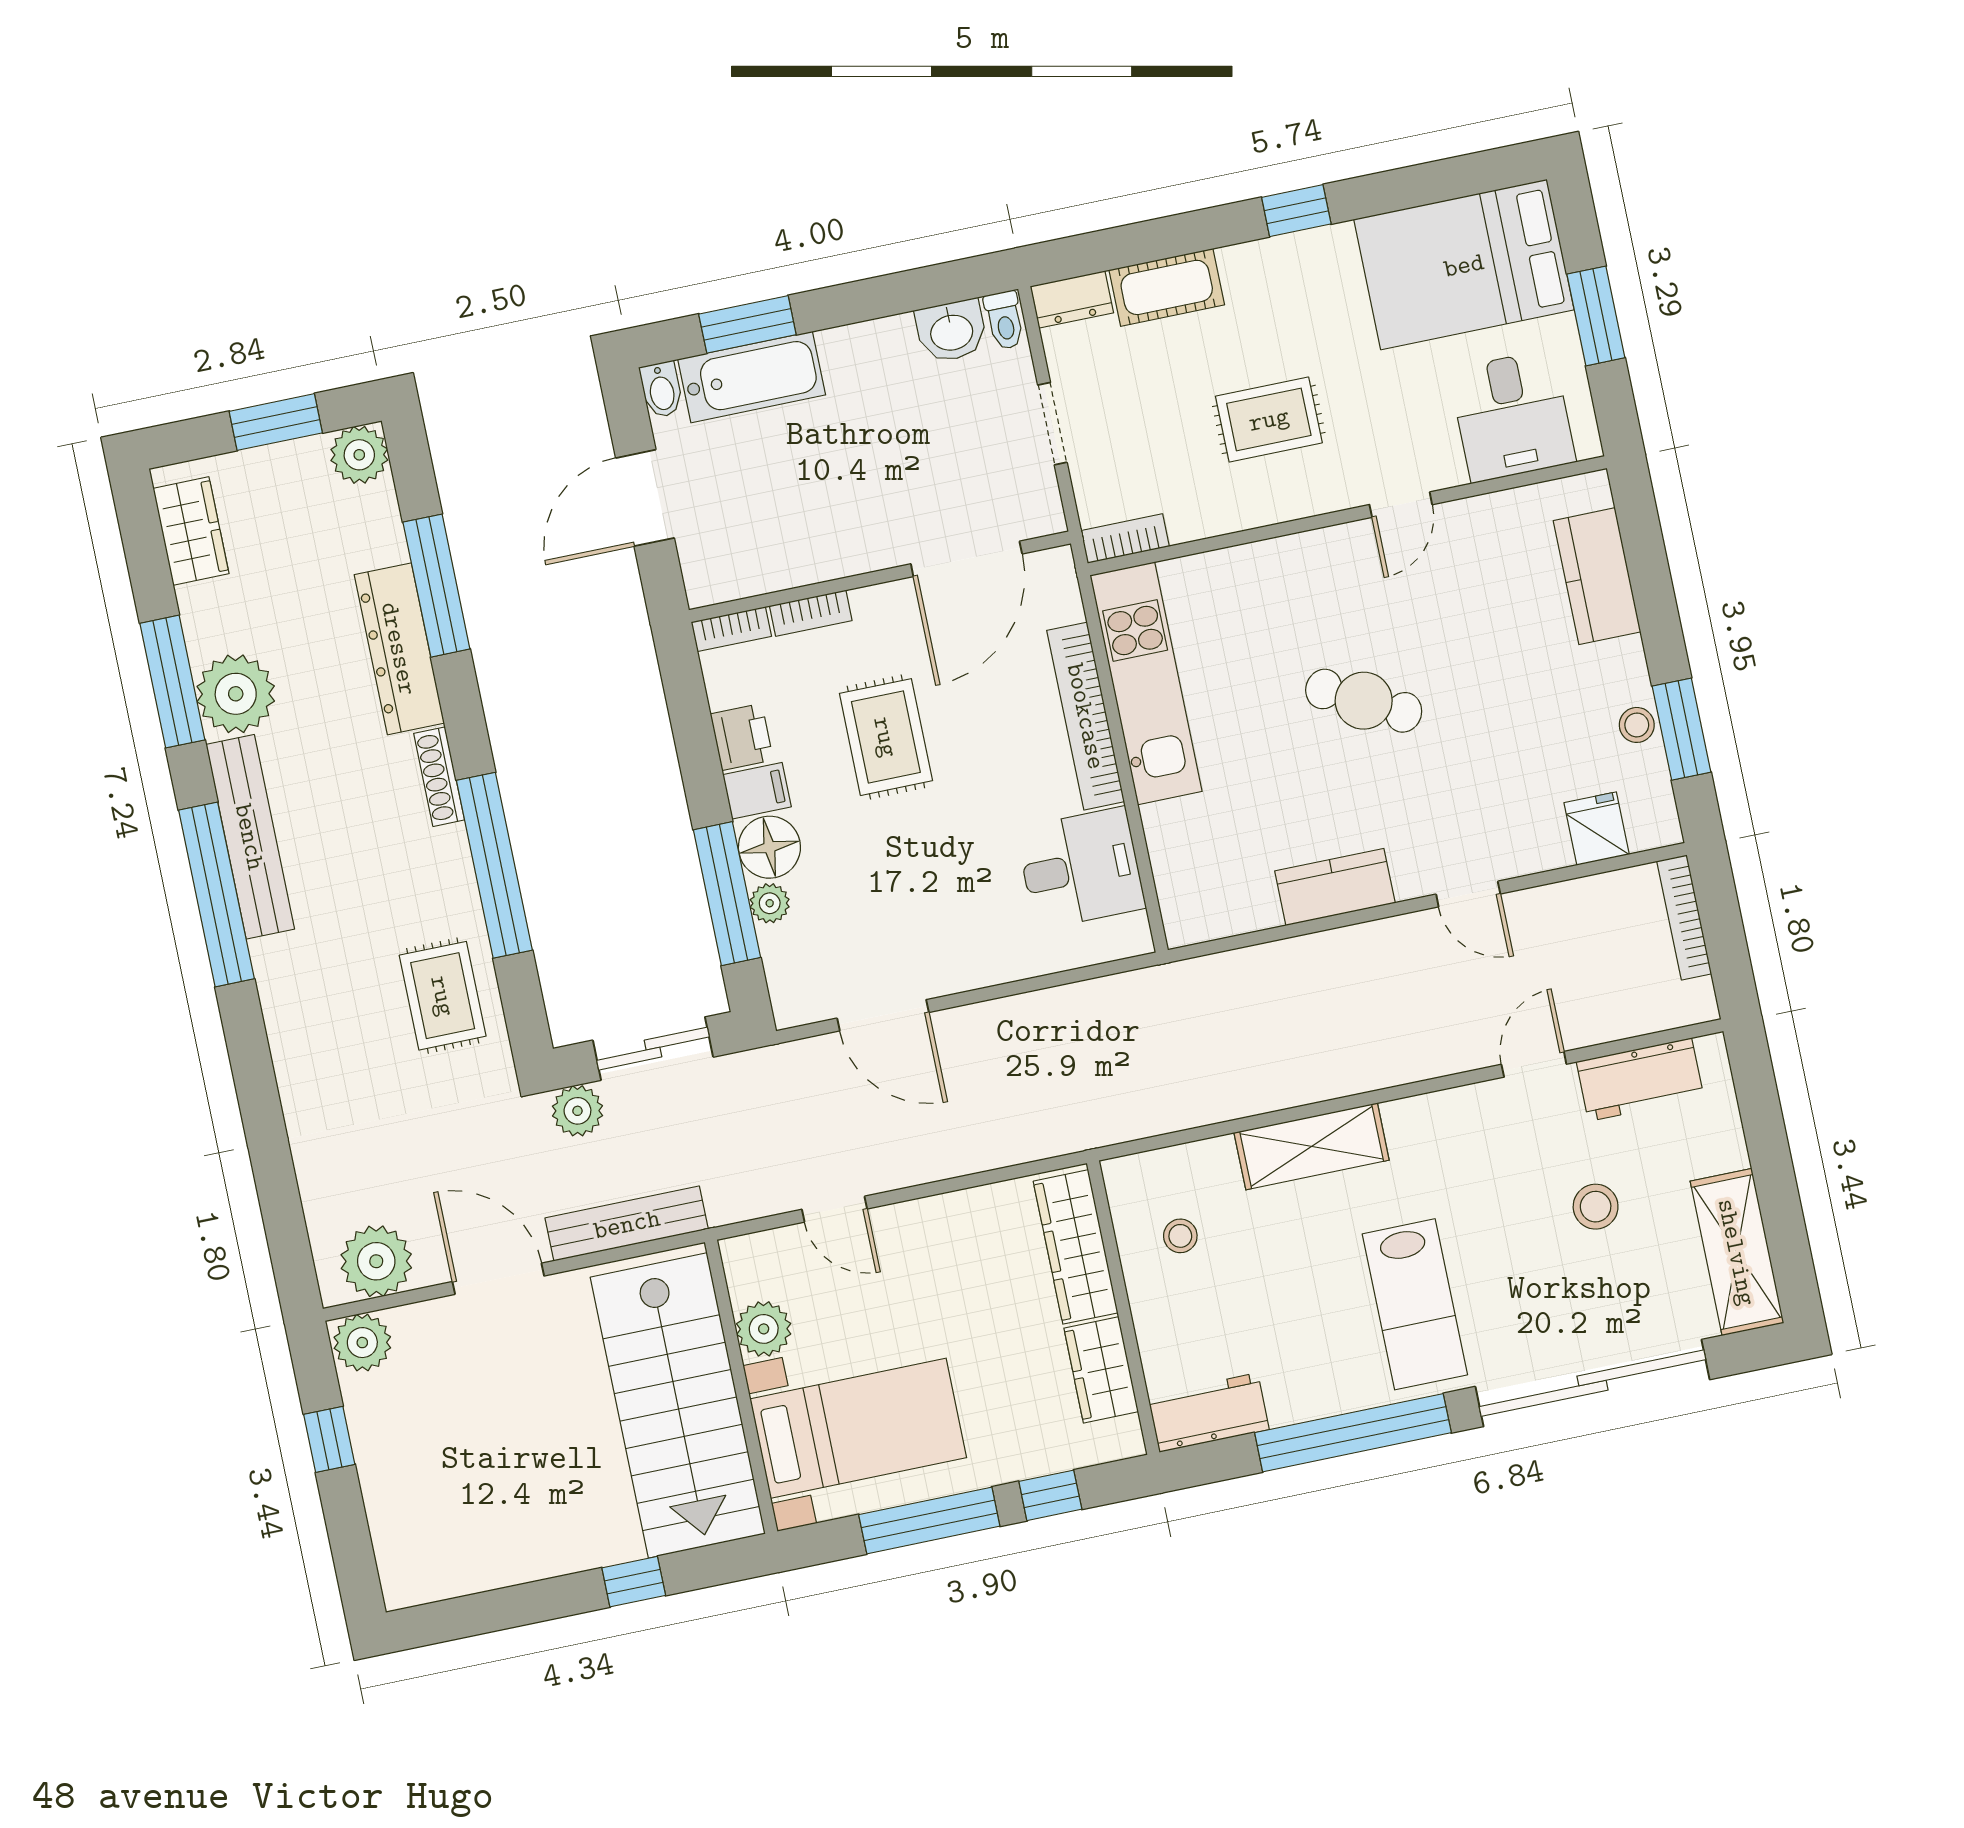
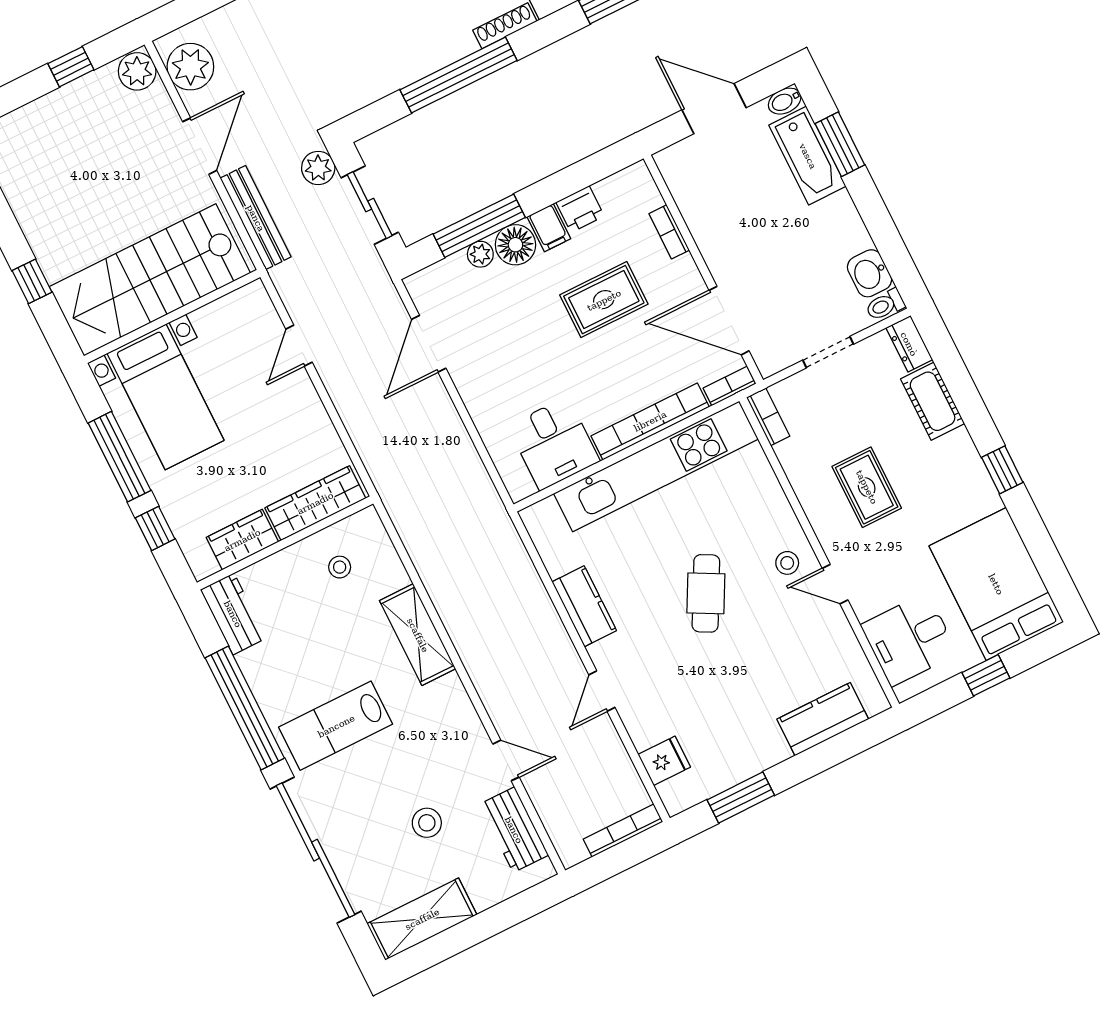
window: (1596, 316) -> (986, 675), width x0.67
bookcase: (731, 629) -> (729, 386), moved, turned 90
kitchen unit: (1146, 683) -> (656, 466), width x1.36
stool: (1637, 725) -> (787, 563), moved
rug: (443, 996) -> (368, 64), removed
plant: (764, 1329) -> (212, 321), removed

